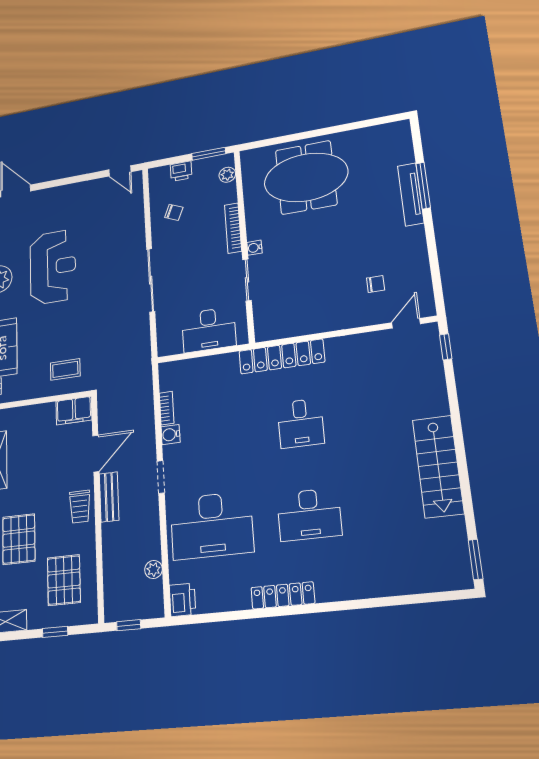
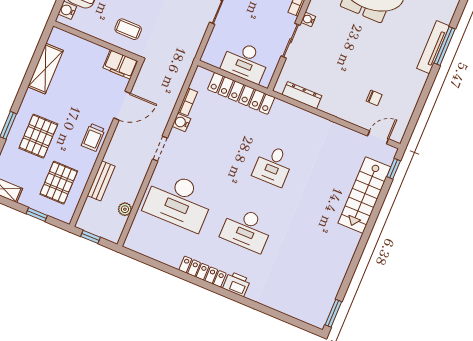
dresser: (291, 328) -> (302, 95), added
locker: (282, 357) -> (241, 93), moved
stairs: (438, 466) -> (364, 195), moved
bench: (109, 497) -> (101, 181), moved
printer: (182, 600) -> (237, 284), moved, turned -90

